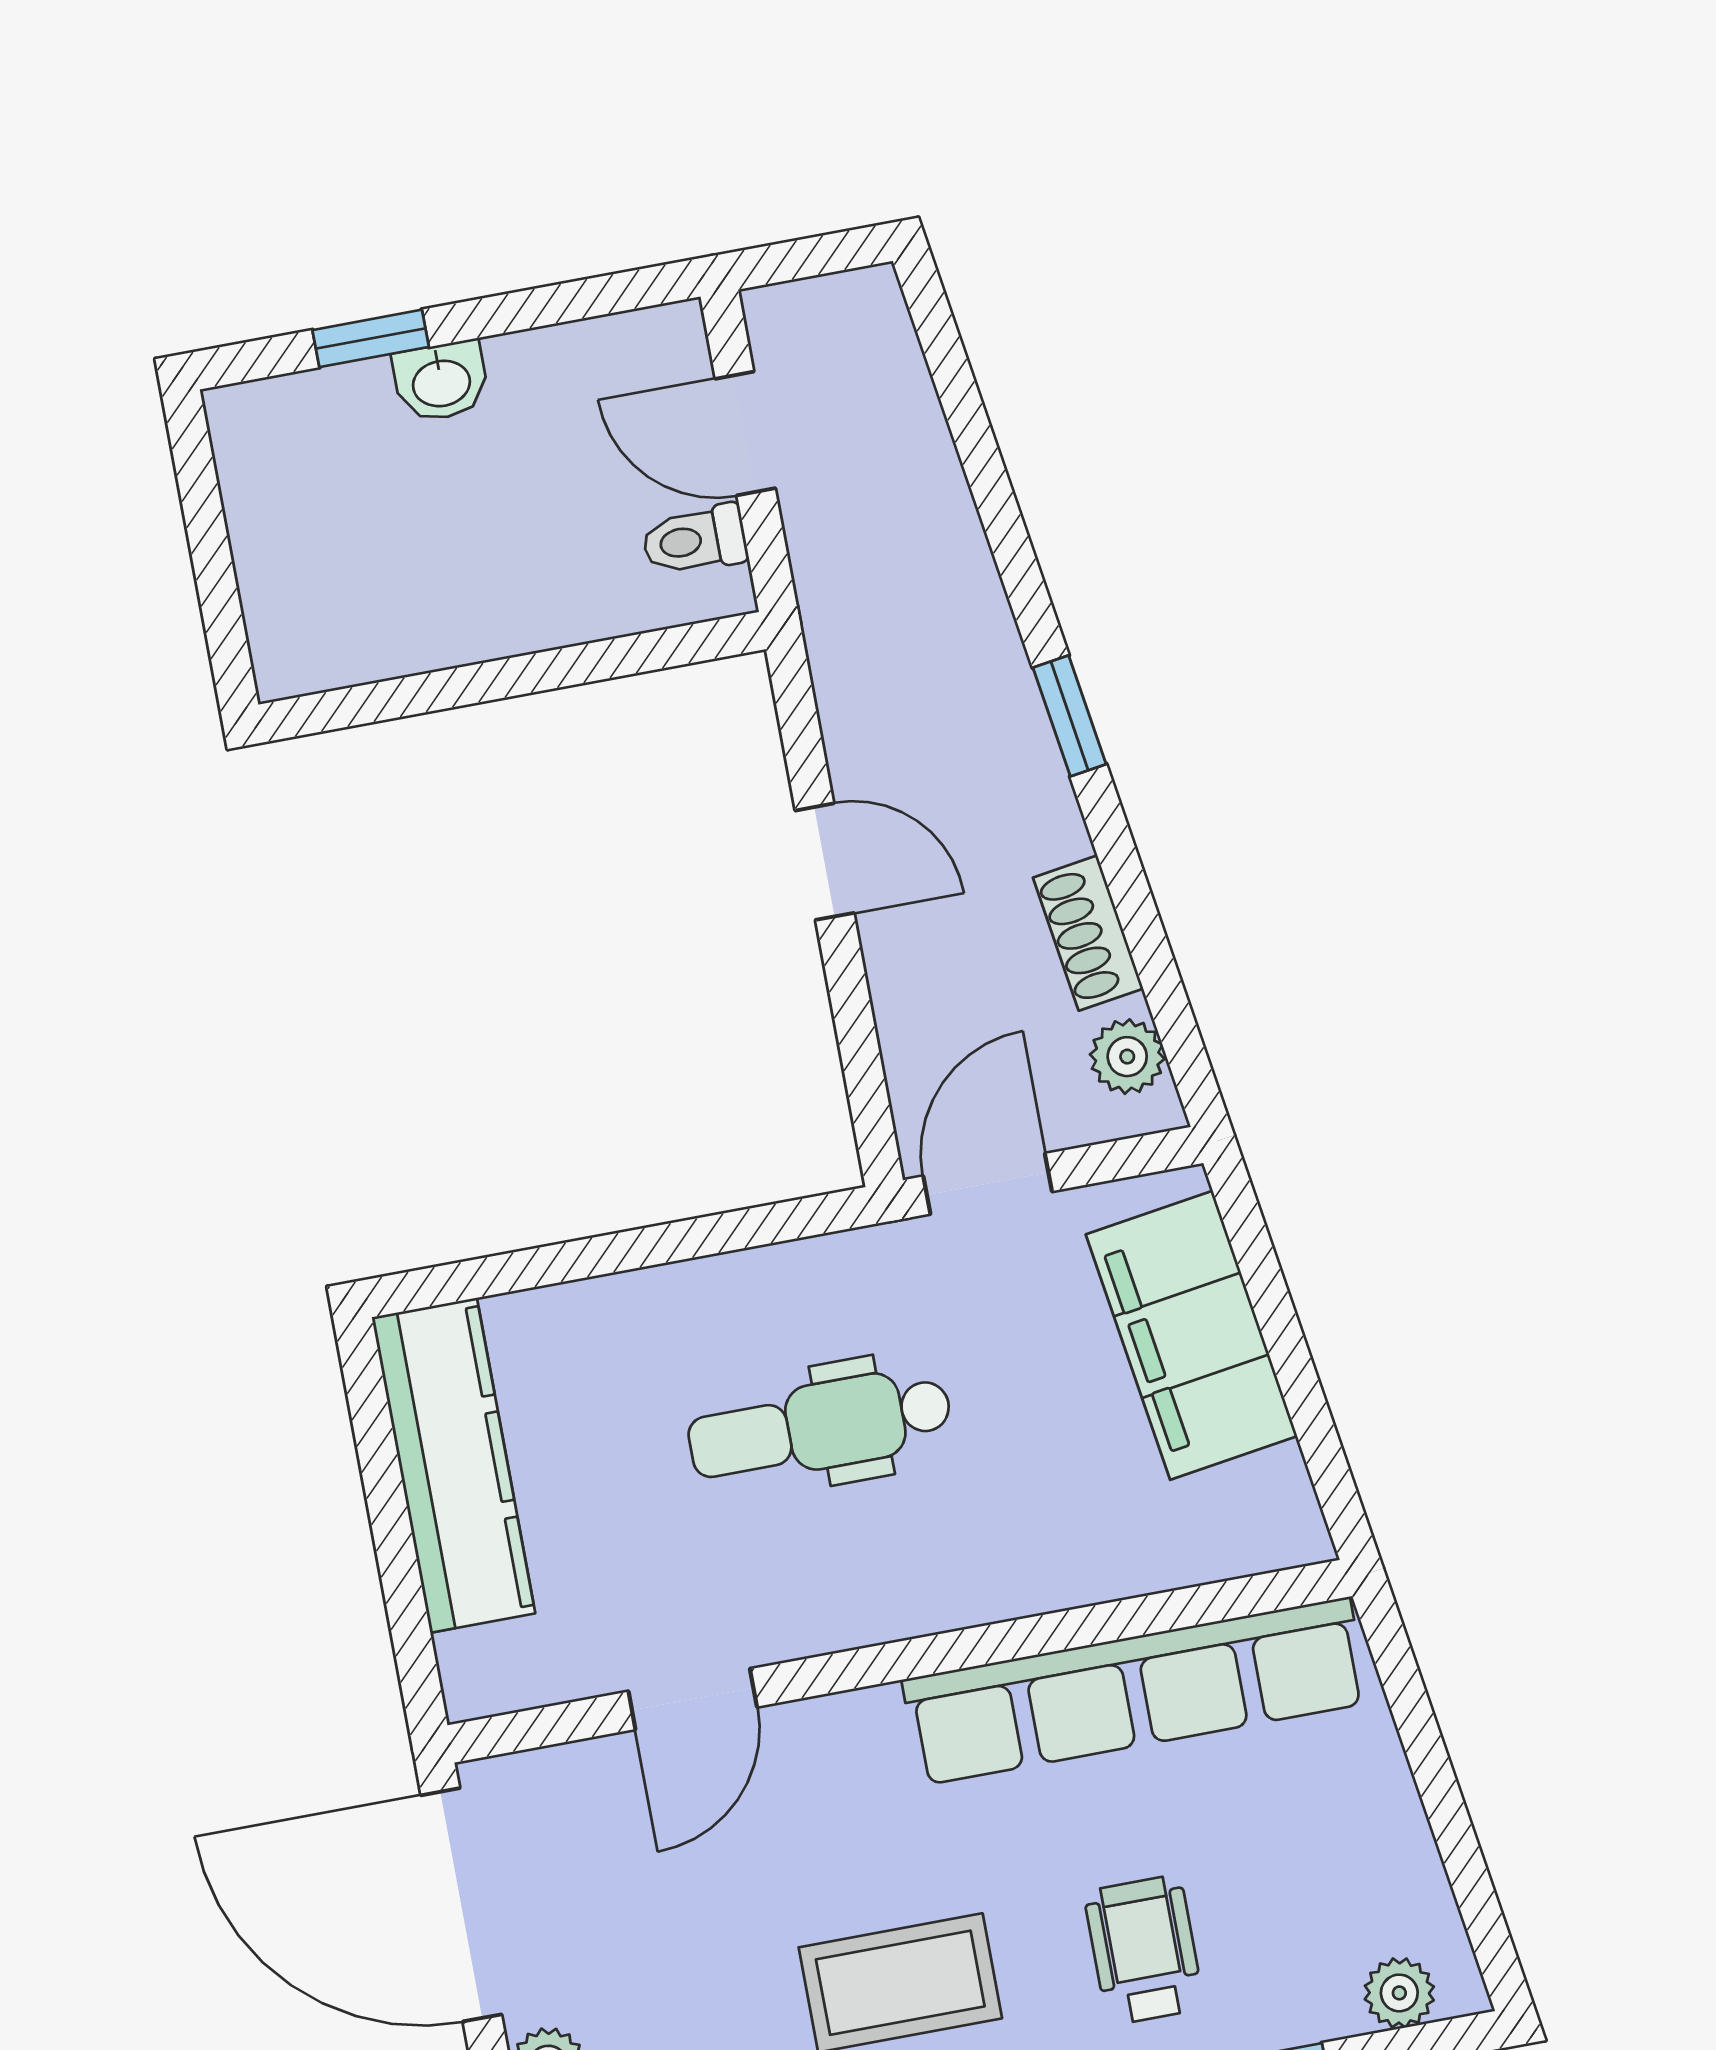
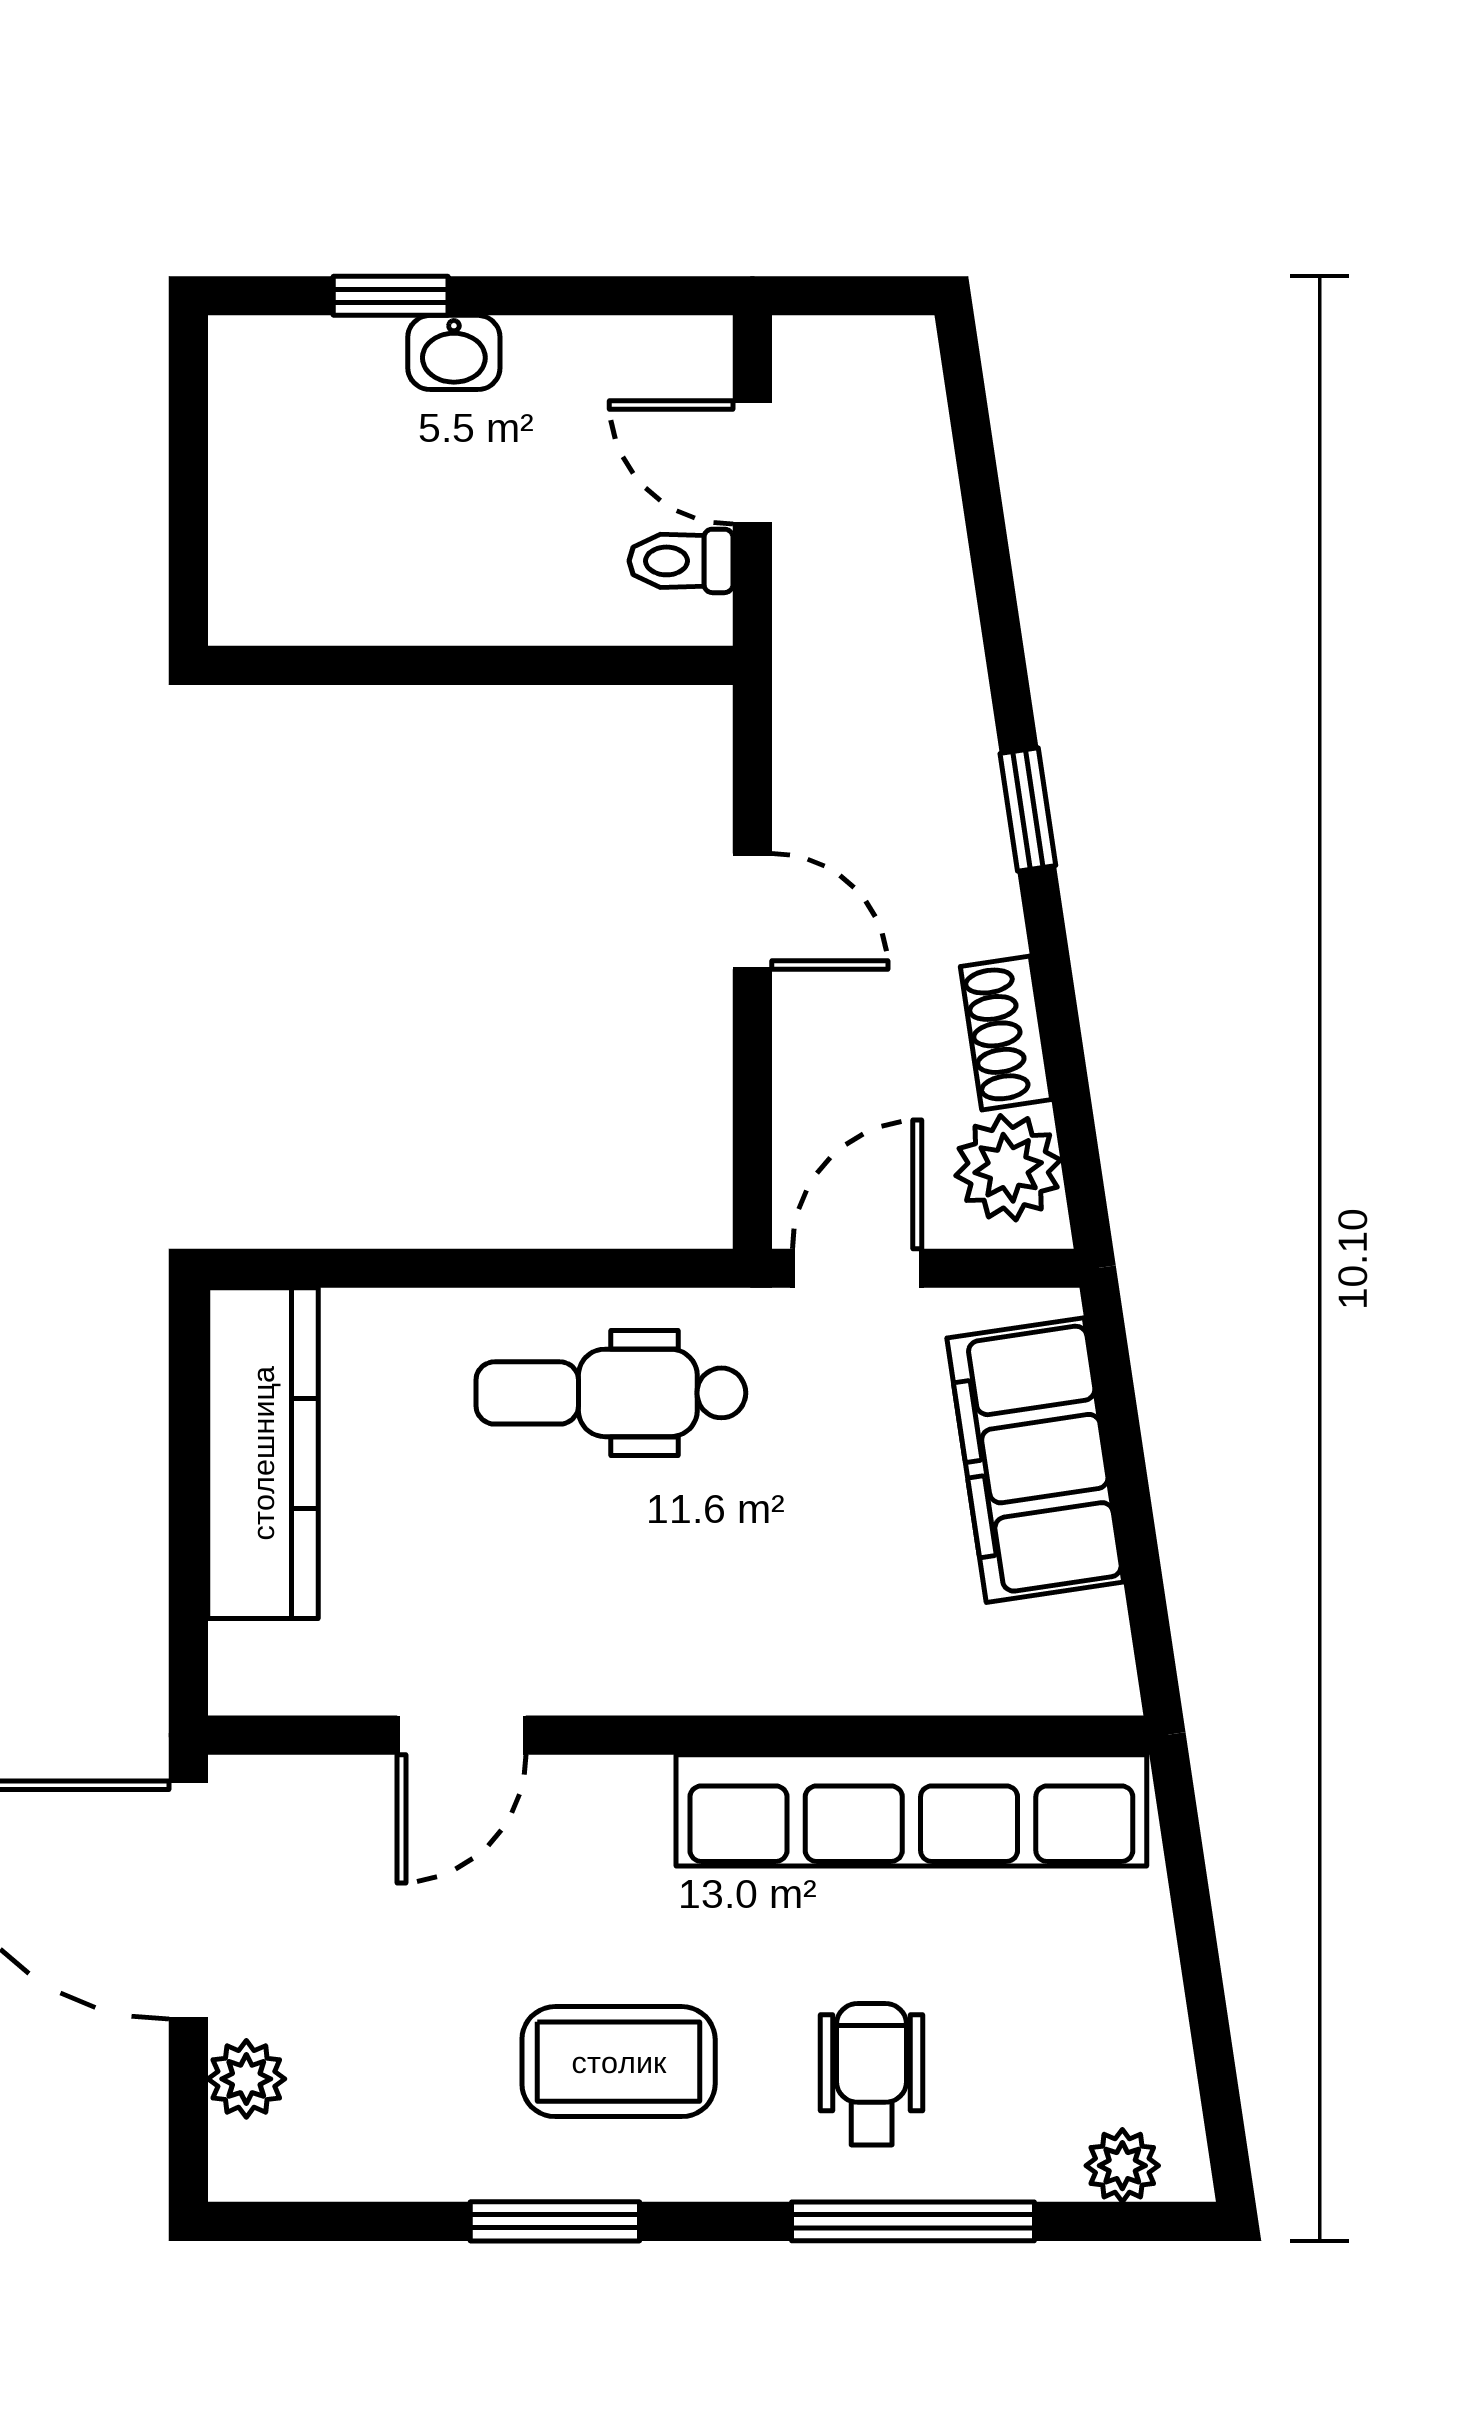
plant: (1127, 1057) -> (1008, 1168), width x1.38, depth x1.38
dental chair: (820, 1426) -> (611, 1393), moved

